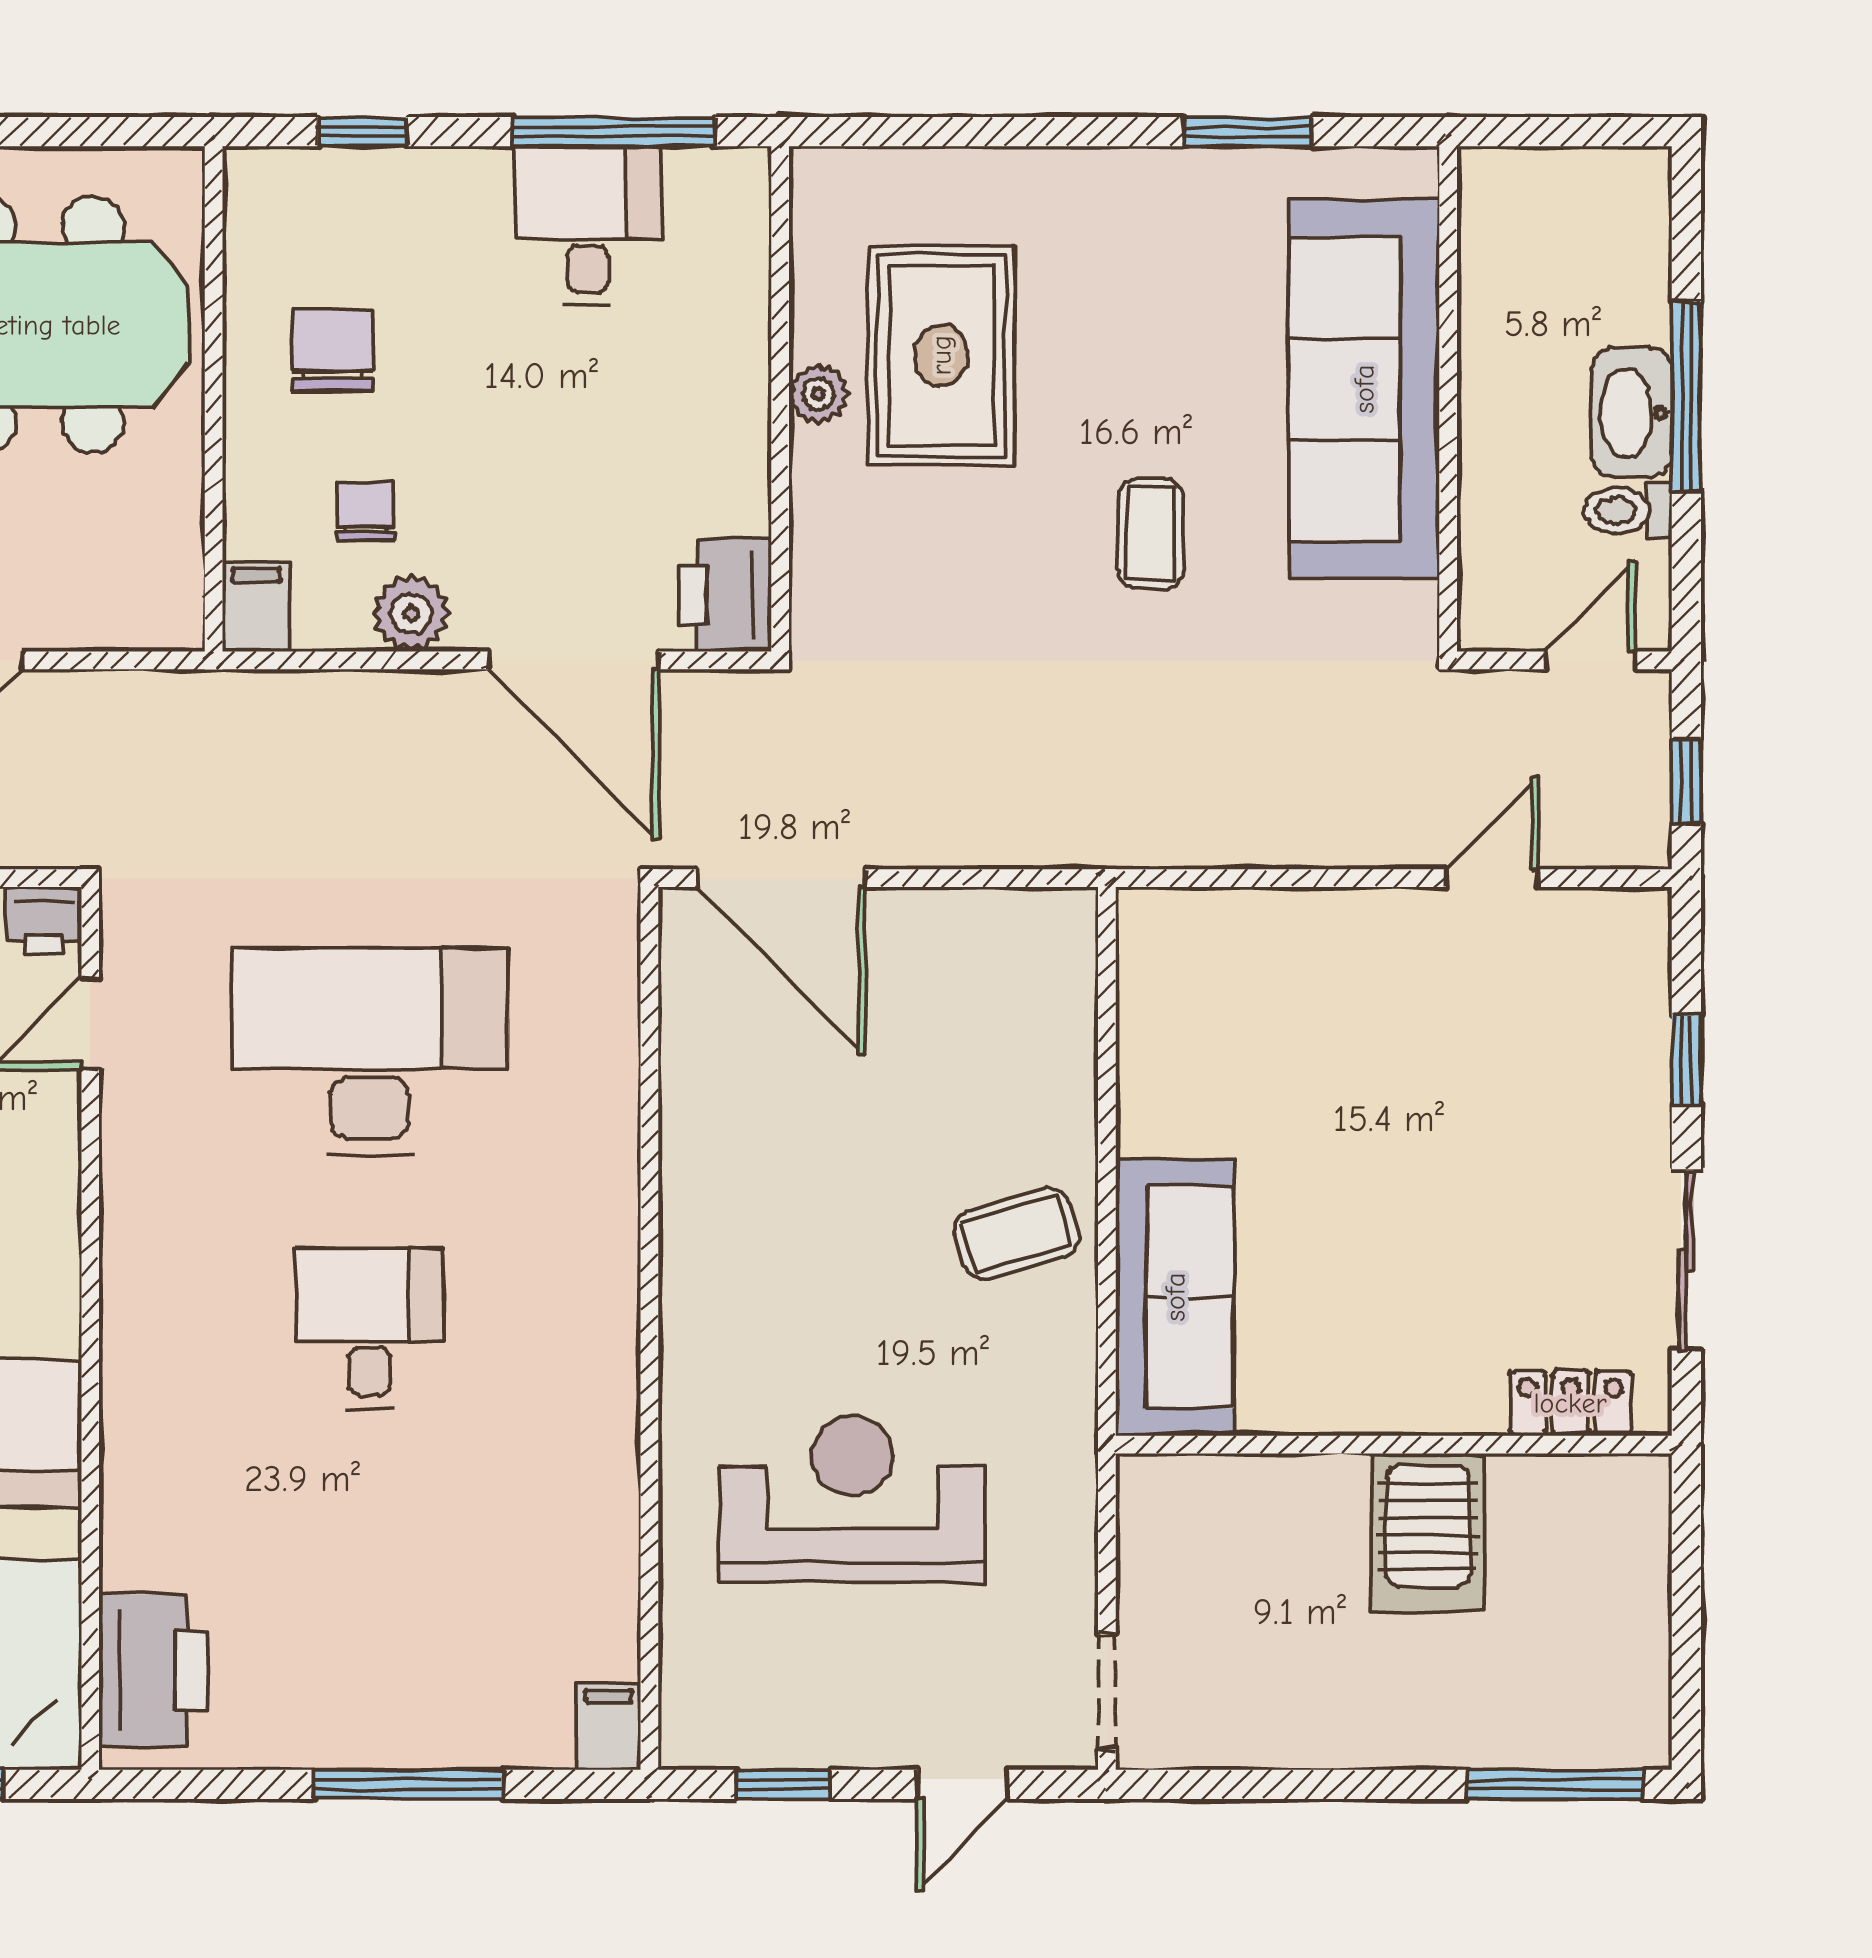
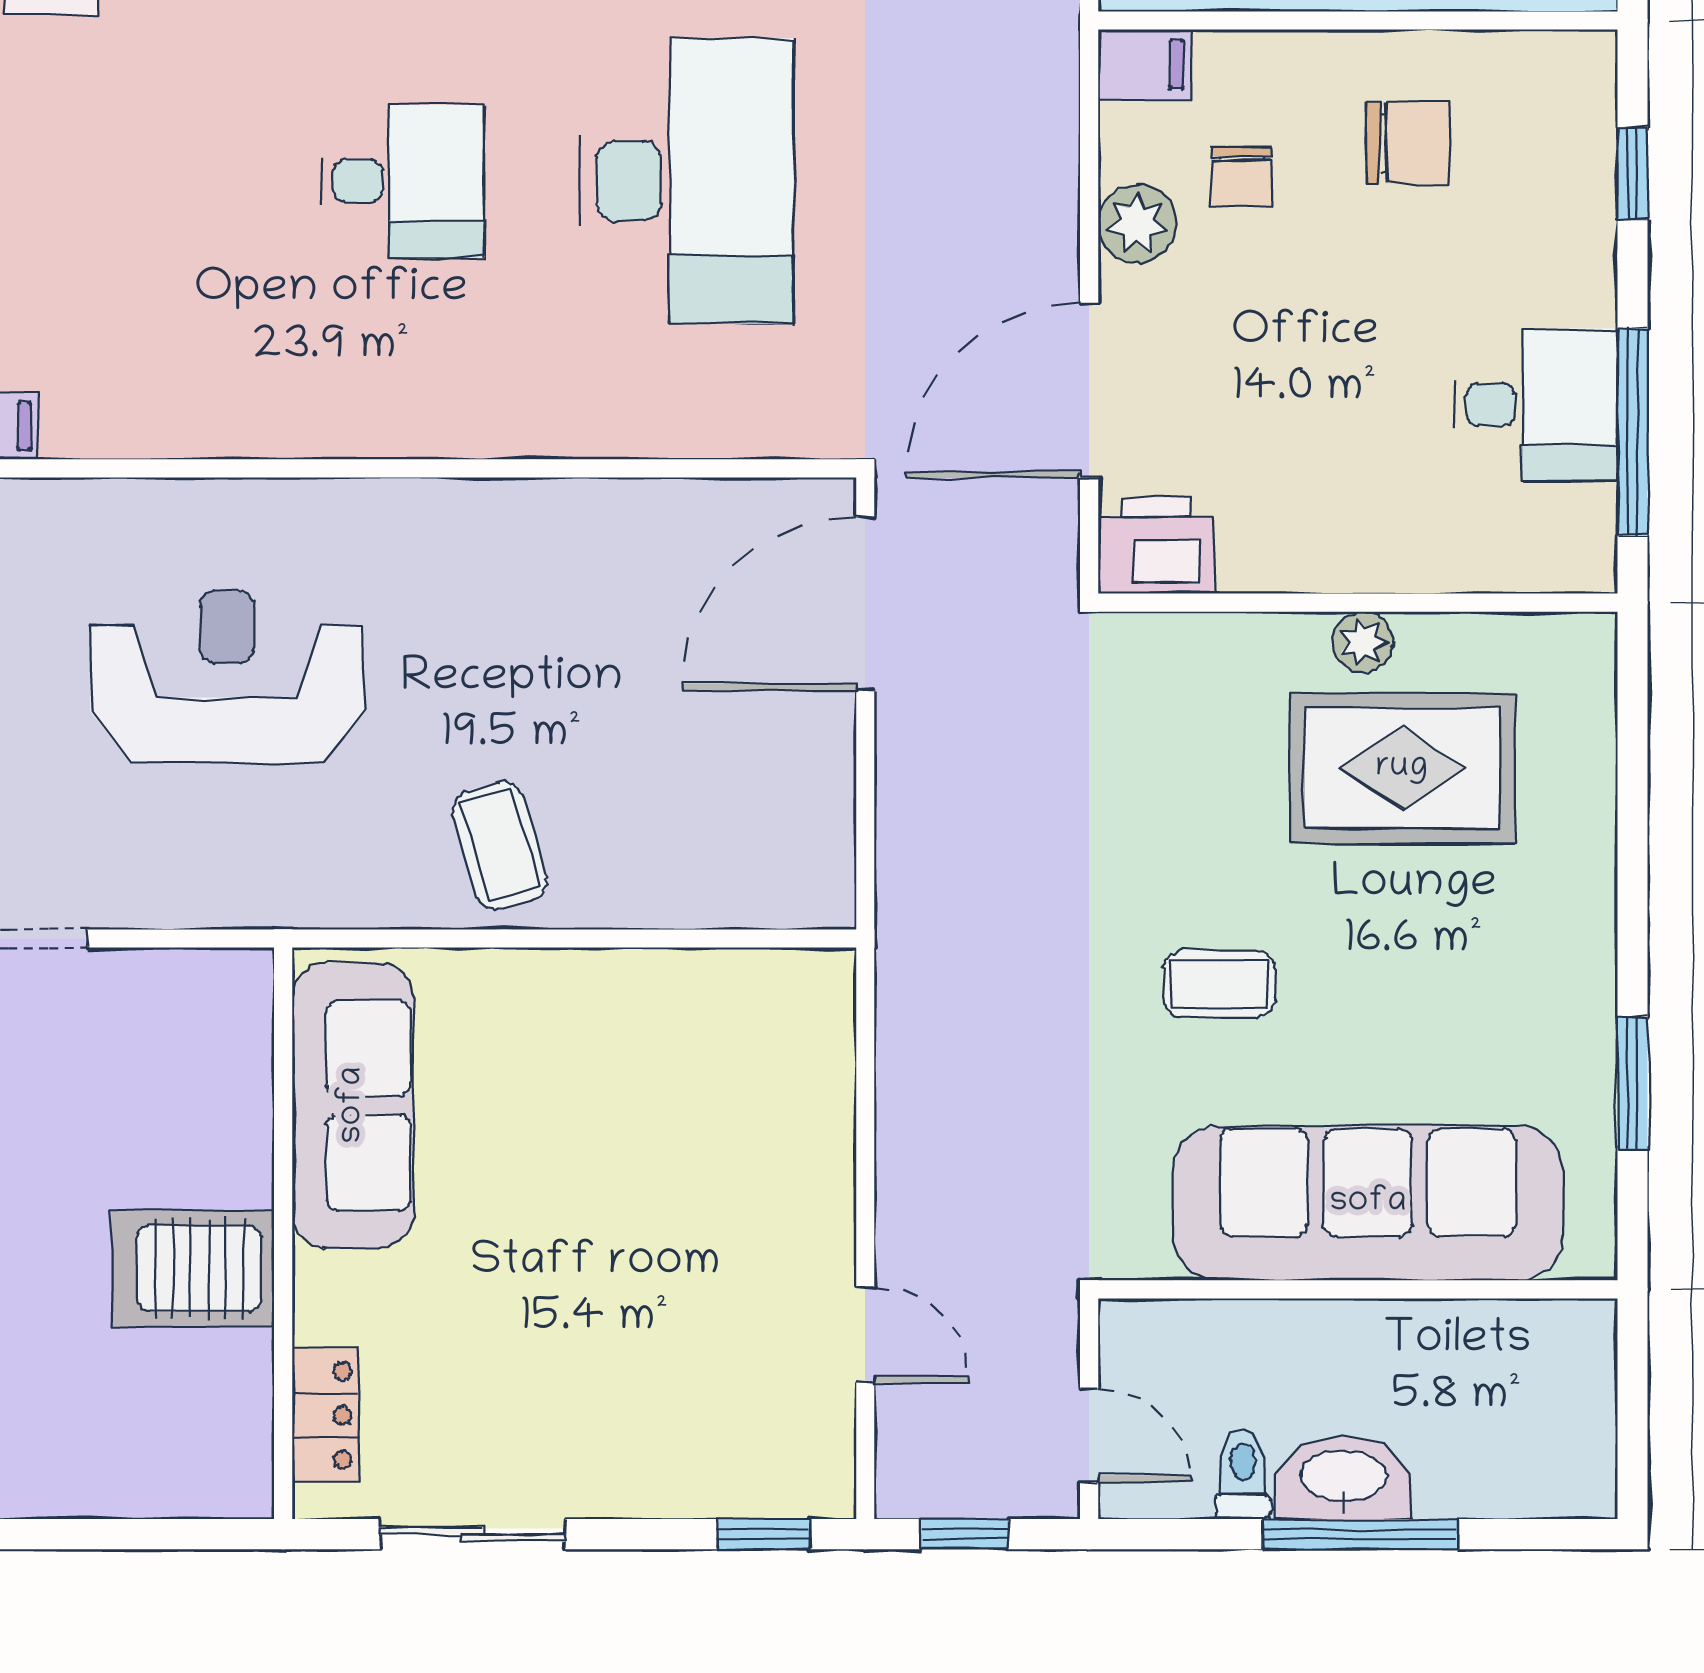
chair: (365, 511) -> (1242, 176), turned 90
window: (1686, 1060) -> (764, 1534), moved
sofa: (1175, 1297) -> (353, 1105), moved, turned -90
reception desk: (852, 1499) -> (227, 677), turned -90

